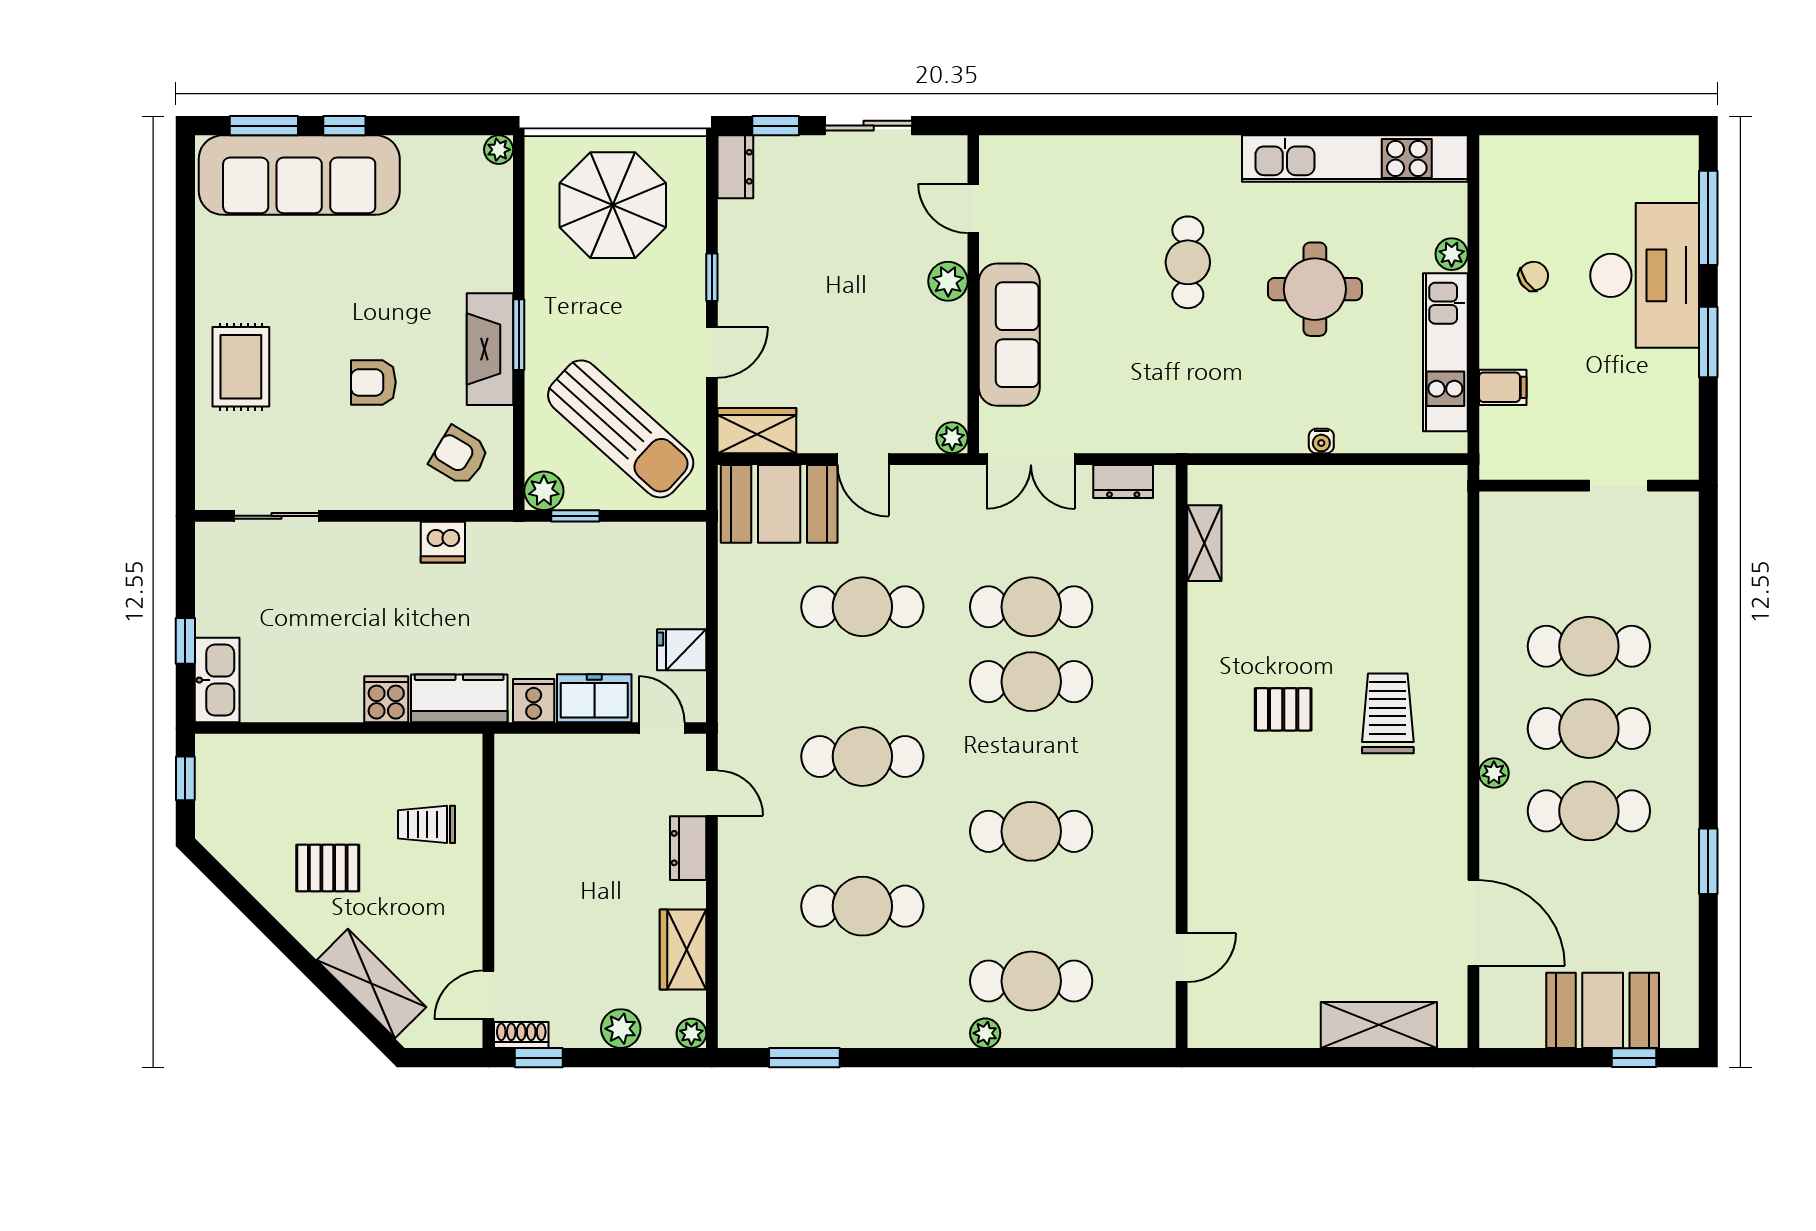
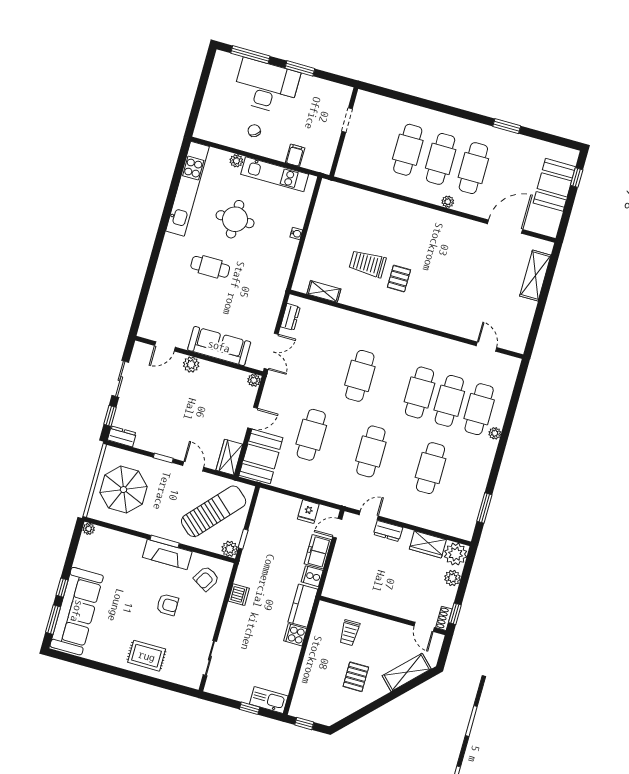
armchair: (373, 382) -> (168, 605), turned -90
cafe table: (1031, 607) -> (449, 401), moved
trolley: (1388, 713) -> (368, 264), moved
plant: (691, 1033) -> (456, 554), width x1.87, depth x1.87

